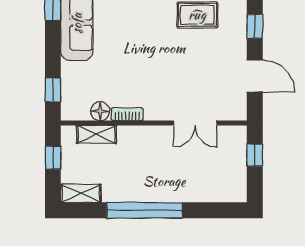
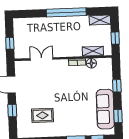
window: (53, 90) -> (117, 86), moved

